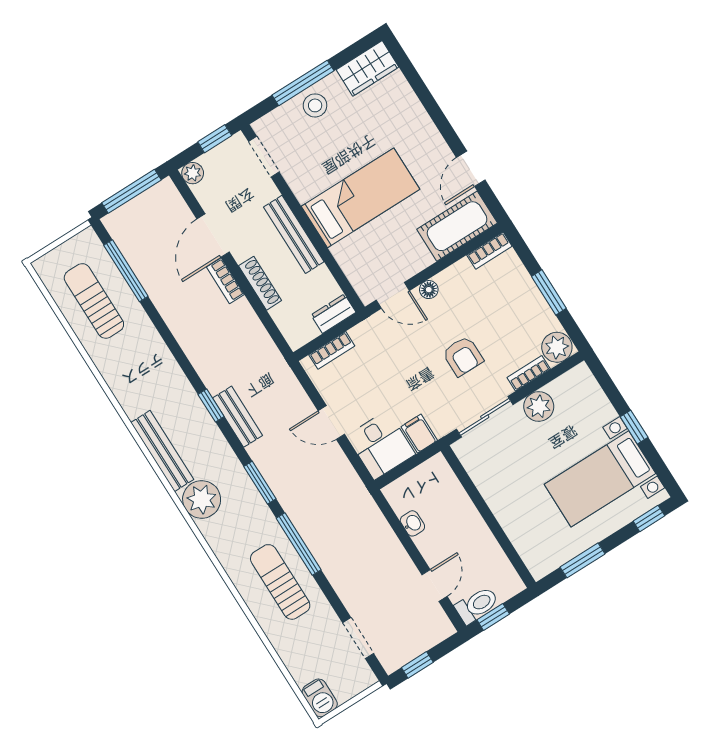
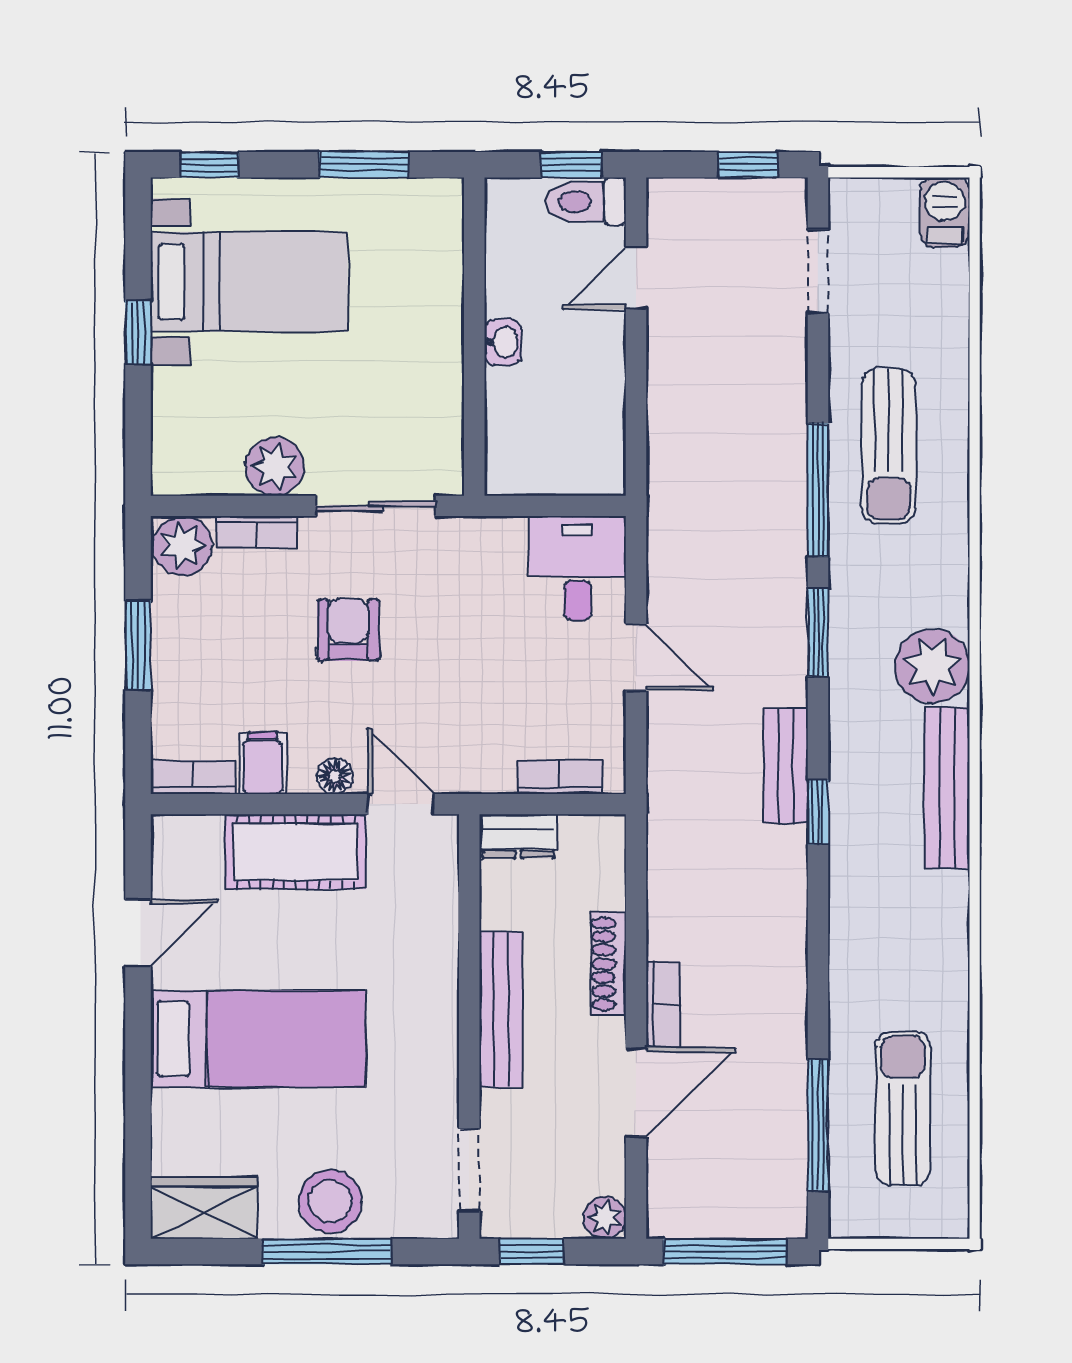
stool: (315, 105) -> (330, 1201), width x1.38, depth x1.38
bed: (361, 198) -> (258, 1039), moved, turned 180
cot: (457, 226) -> (296, 852), moved
sun lounger: (94, 301) -> (903, 1109), turned 180
filing cabinet: (419, 434) -> (263, 763), moved, turned 180
washbasin: (412, 523) -> (503, 342), moved, turned 180

